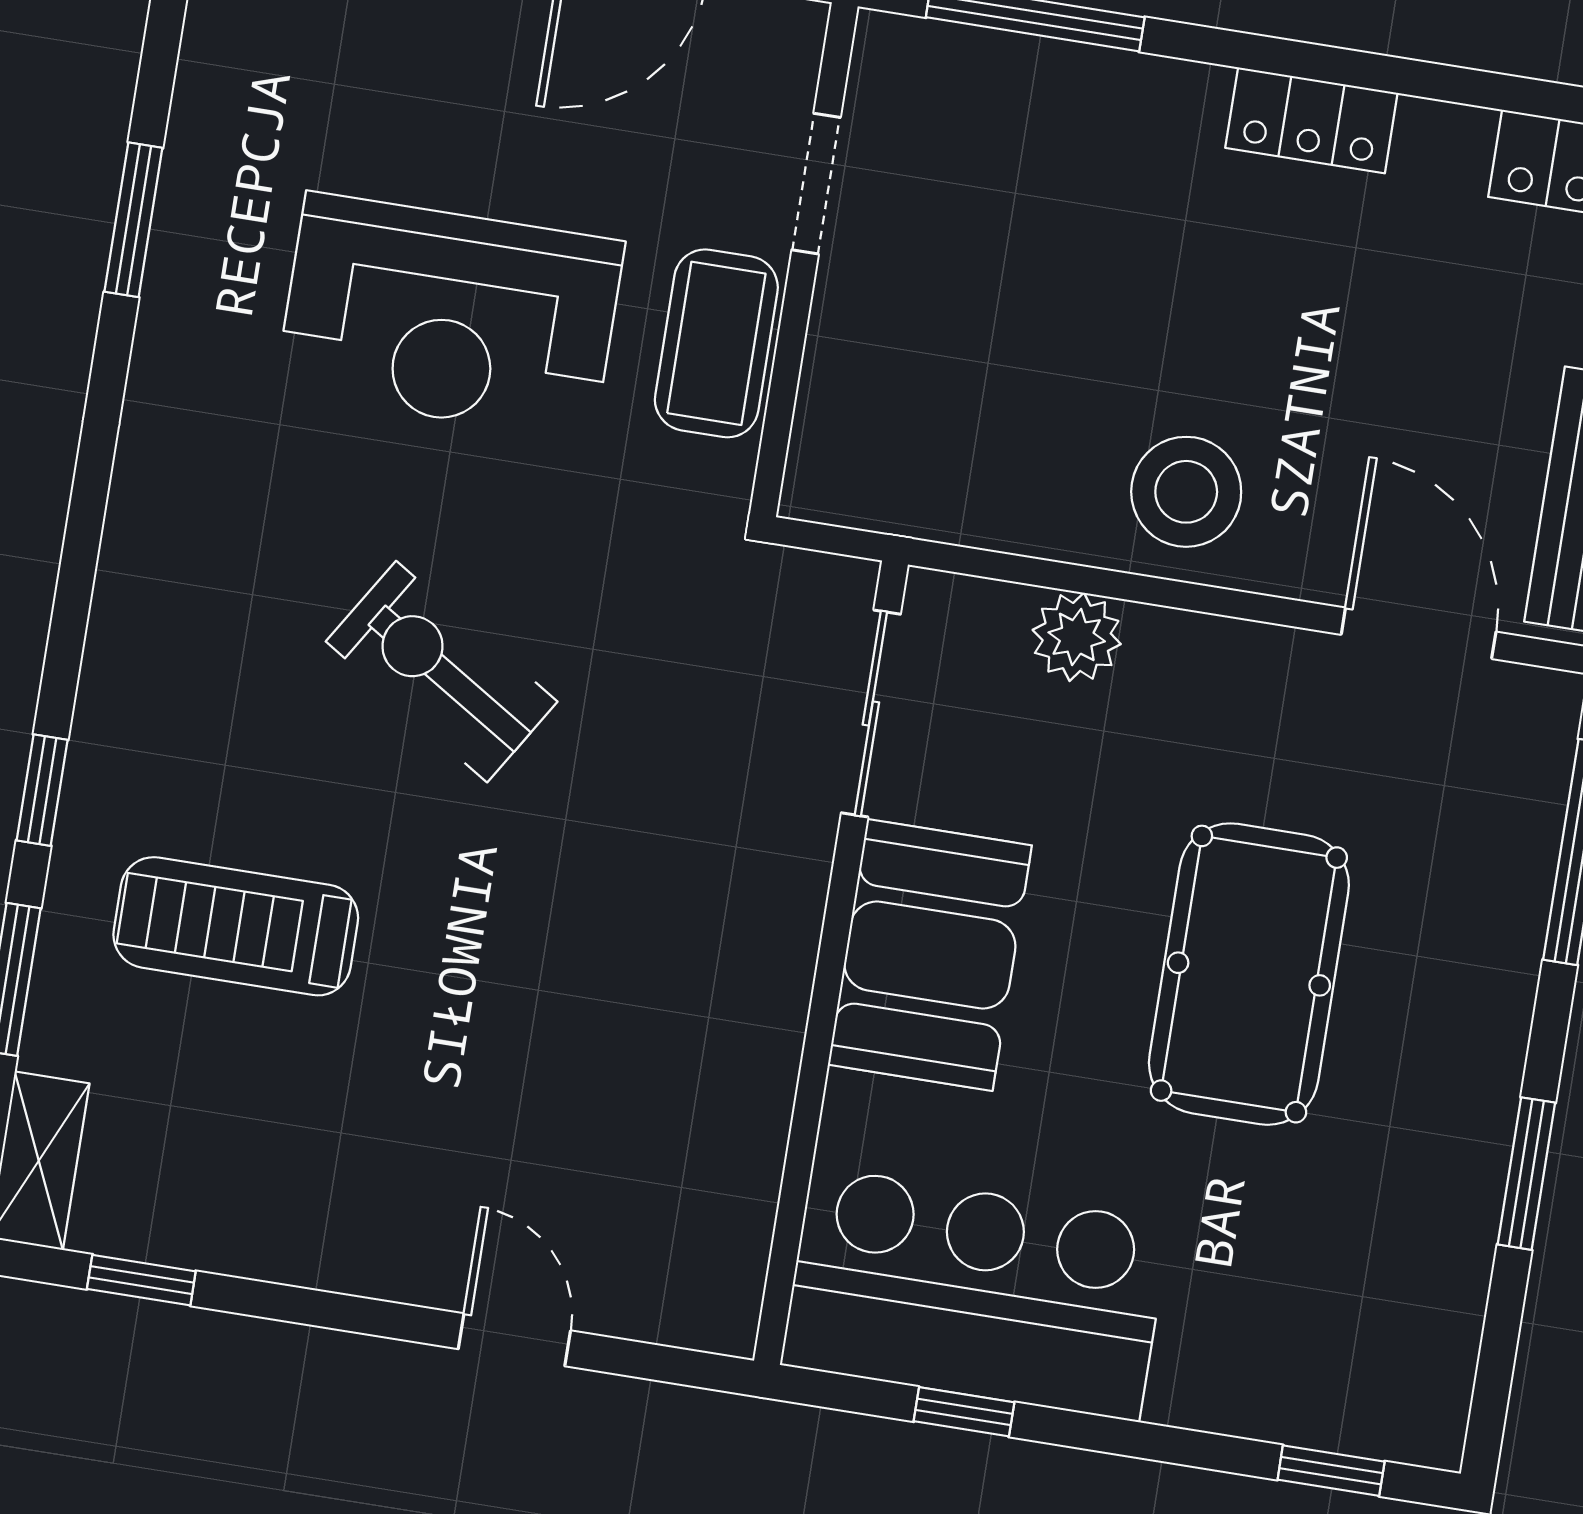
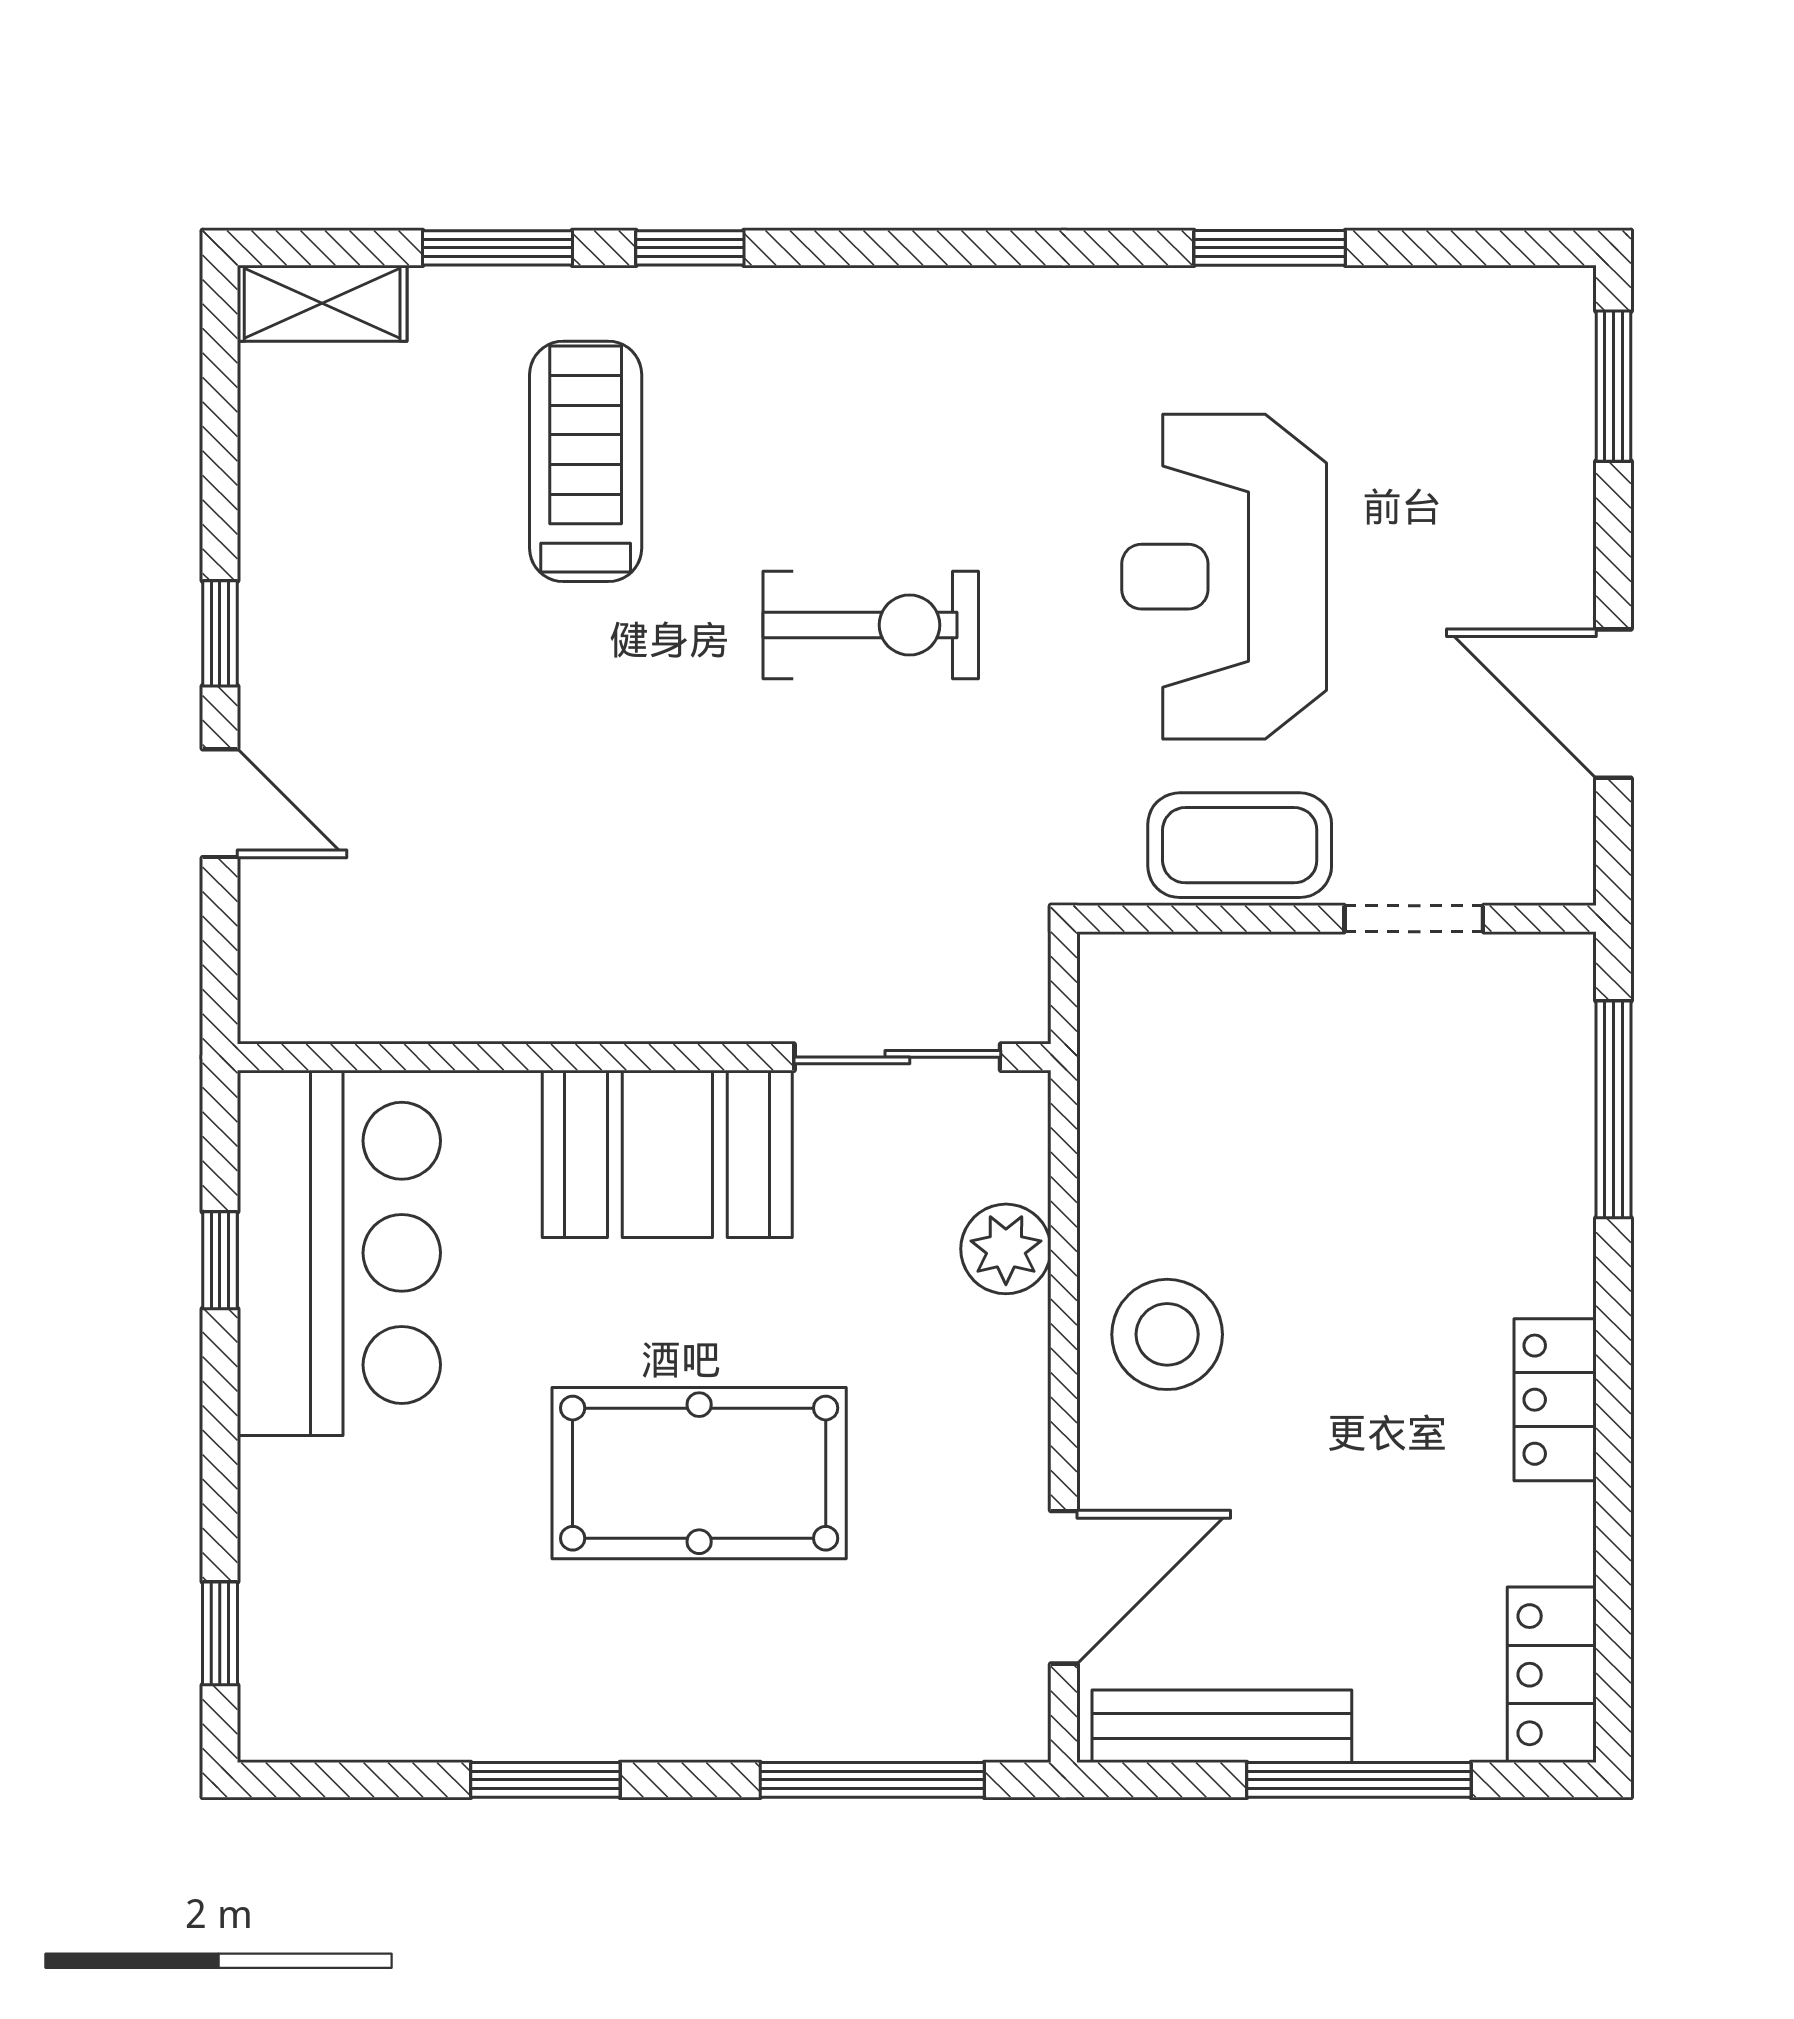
exercise bike: (442, 672) -> (871, 625), turned 58
window: (141, 1280) -> (220, 633), moved
door: (514, 1340) -> (220, 803), hinge flipped

